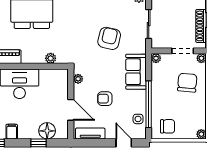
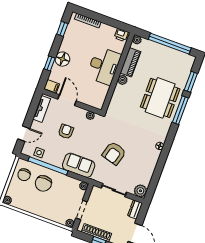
armchair: (109, 38) -> (114, 153), turned 93
plant: (51, 58) -> (123, 80), moved
chair: (187, 83) -> (43, 183), moved, turned 85
door: (71, 110) -> (67, 100), swing flipped
floor lamp: (47, 131) -> (62, 59), moved
filing cabinet: (12, 132) -> (52, 86), moved

